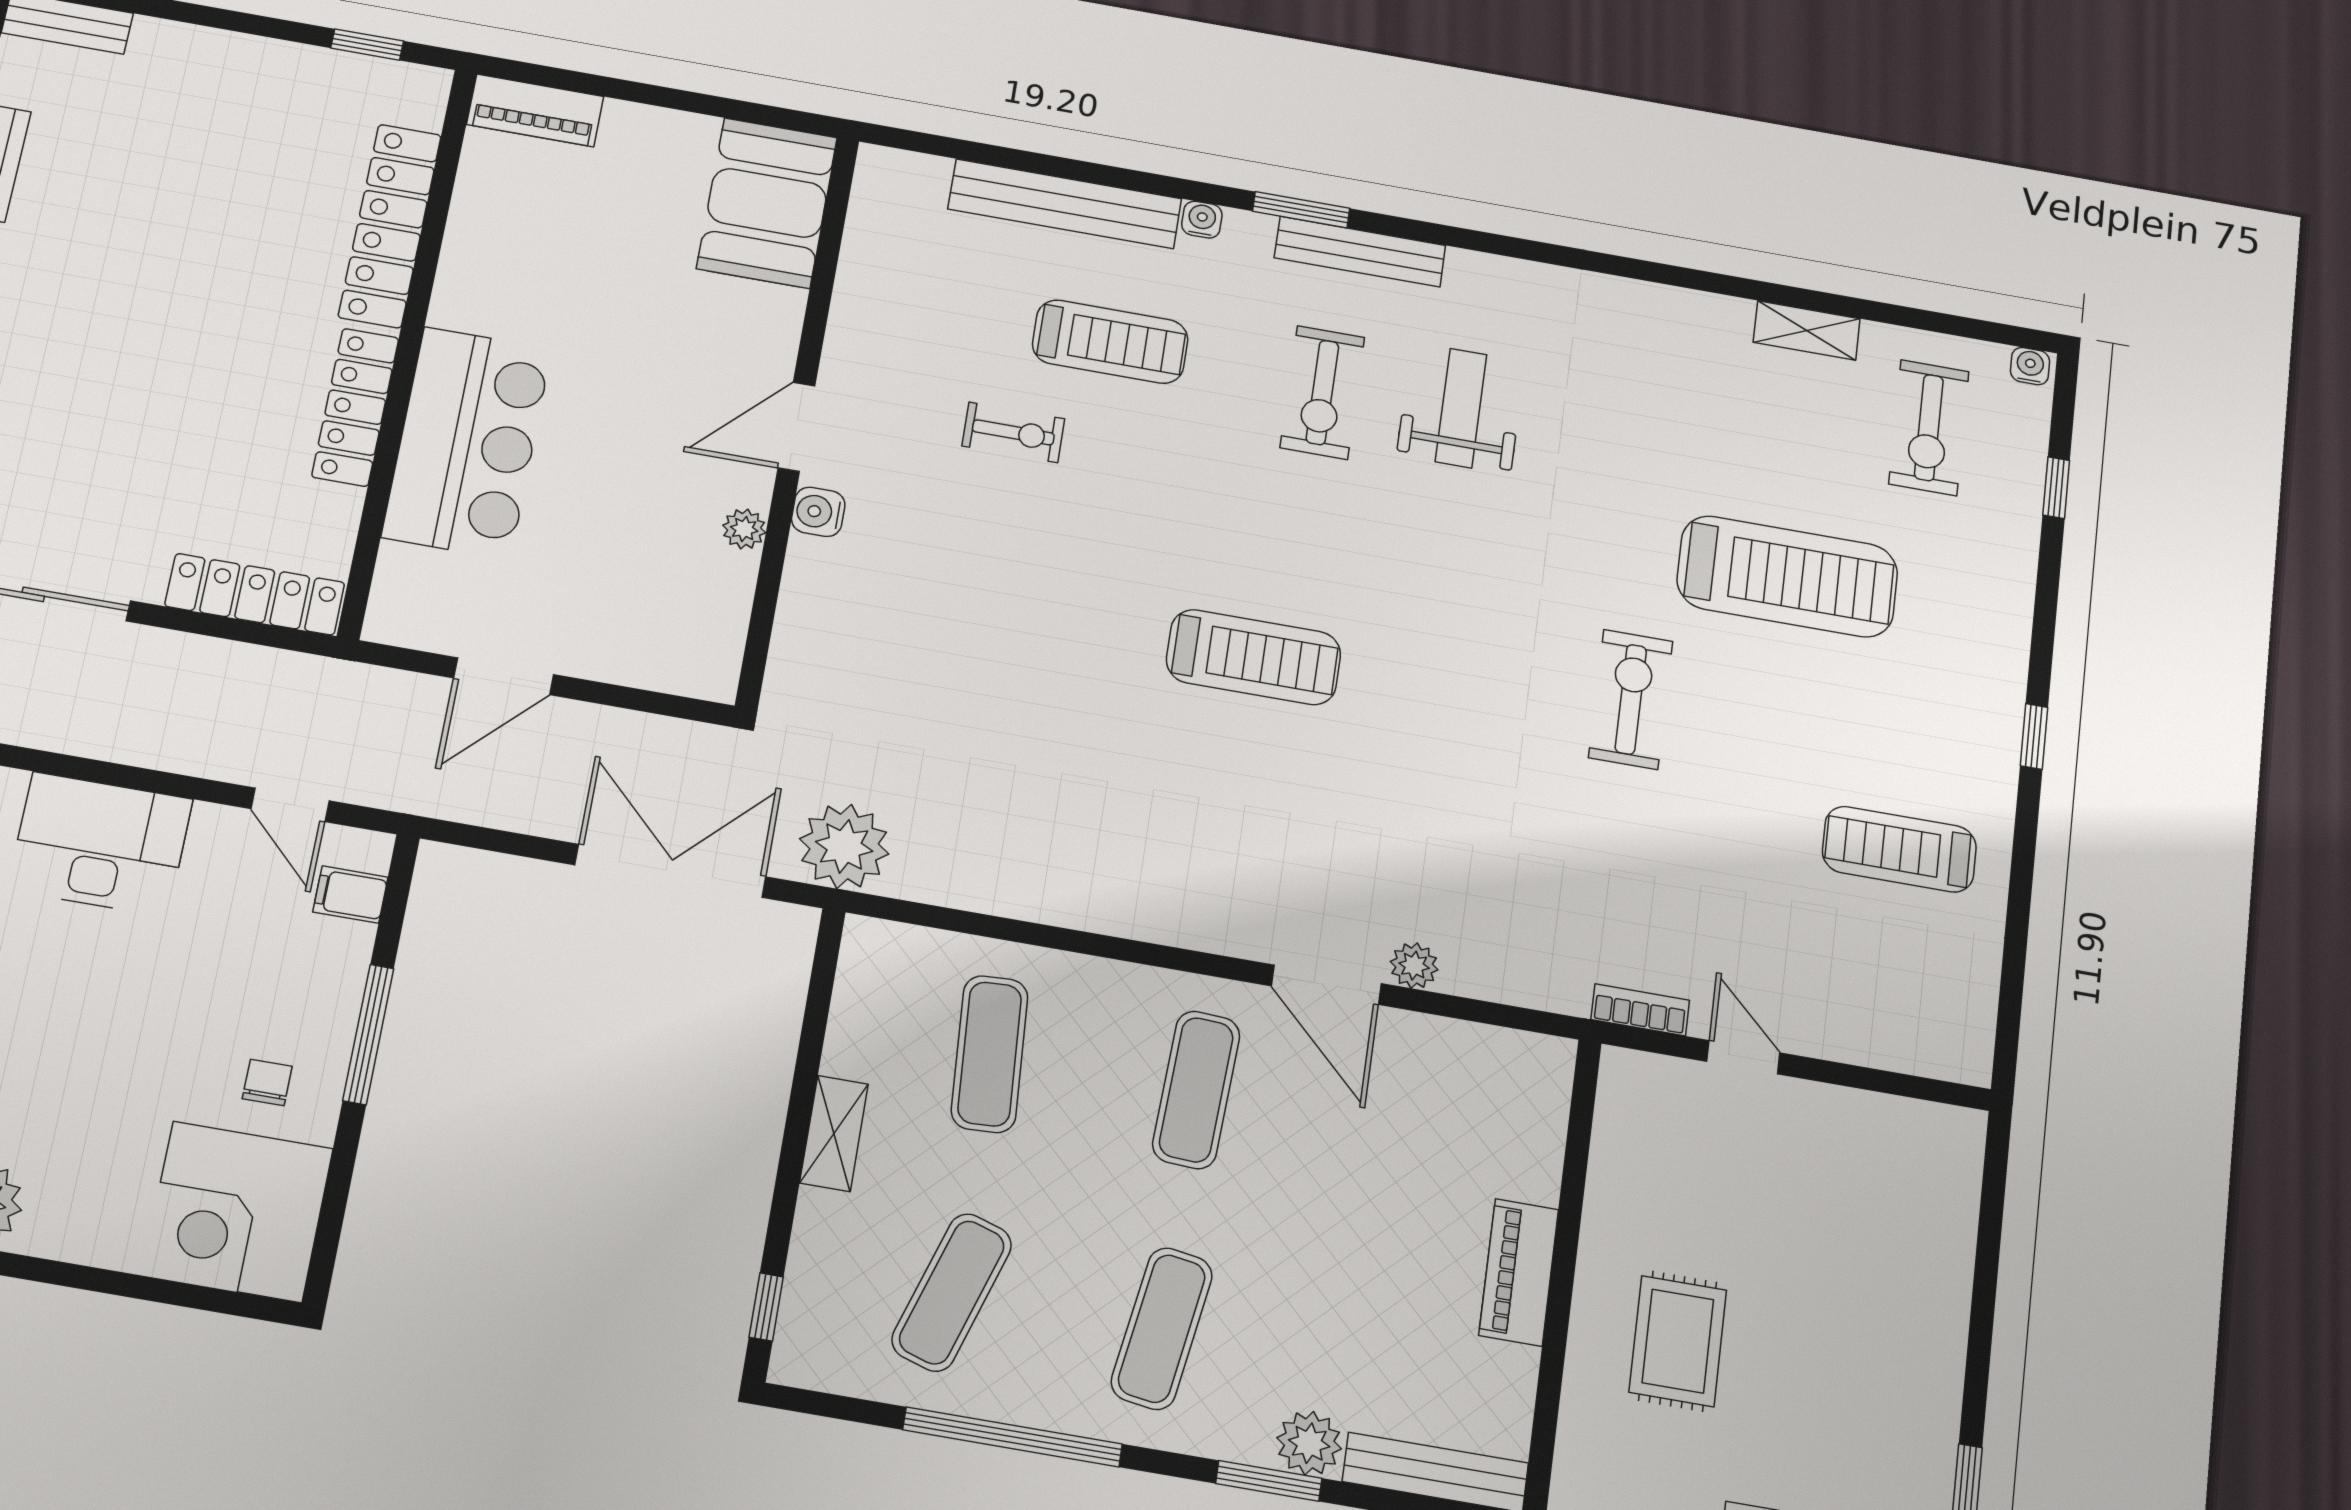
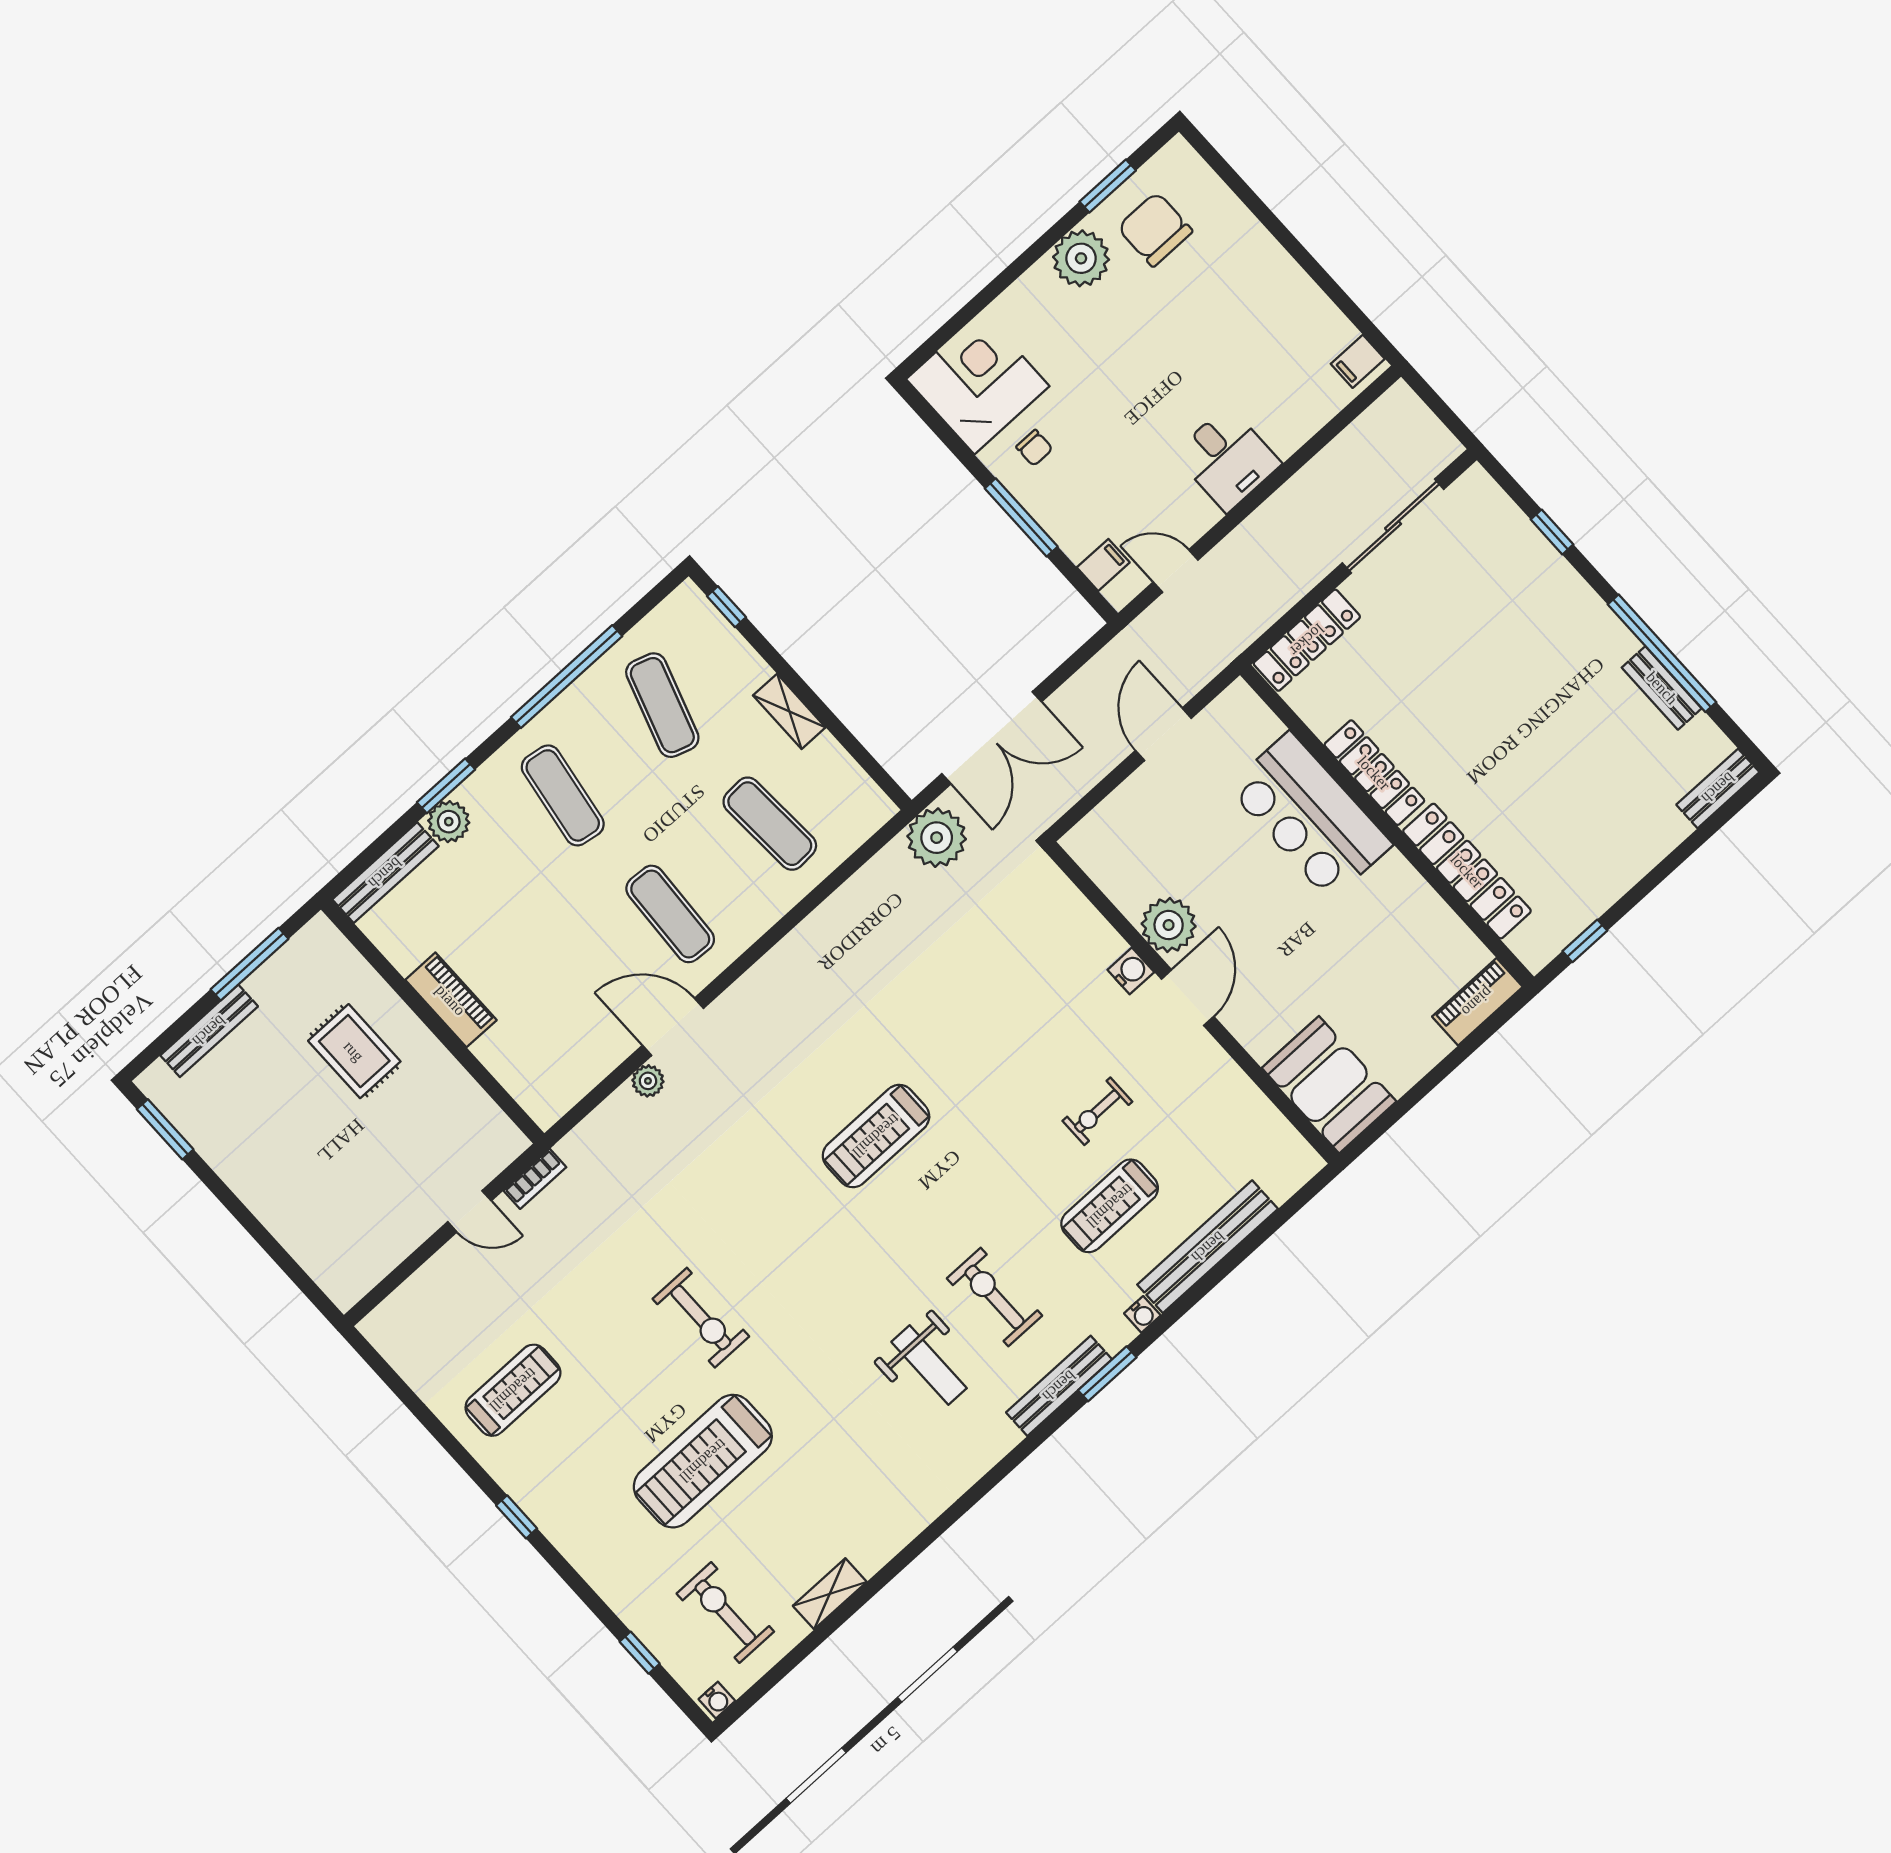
plant: (744, 529) -> (1169, 925), width x1.88, depth x1.88
desk: (100, 844) -> (1227, 459), width x0.73

